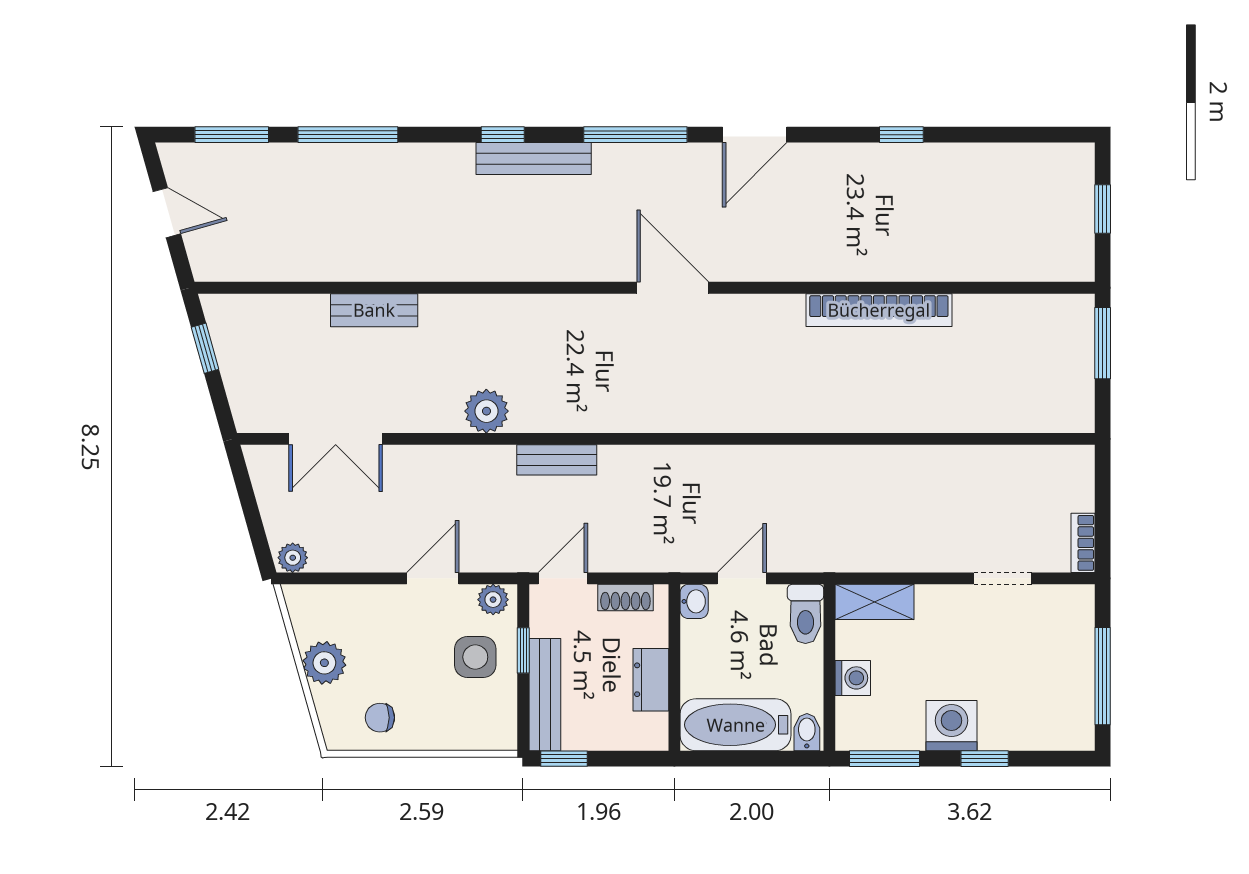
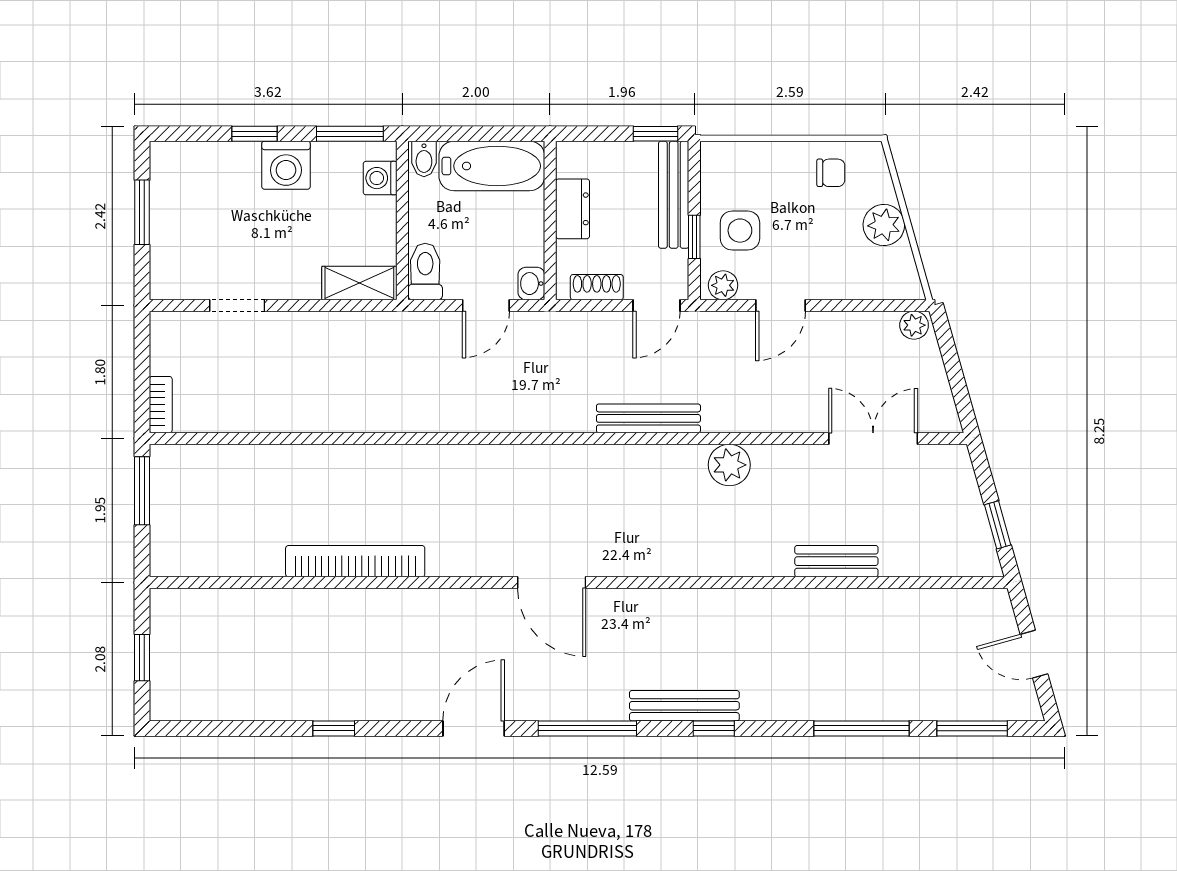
window: (1103, 343) -> (142, 491), moved
bench: (557, 460) -> (648, 418), width x1.36
bookcase: (1083, 543) -> (161, 405), moved
window: (1103, 676) -> (142, 212), width x0.69
washing machine: (853, 678) -> (380, 178), moved

